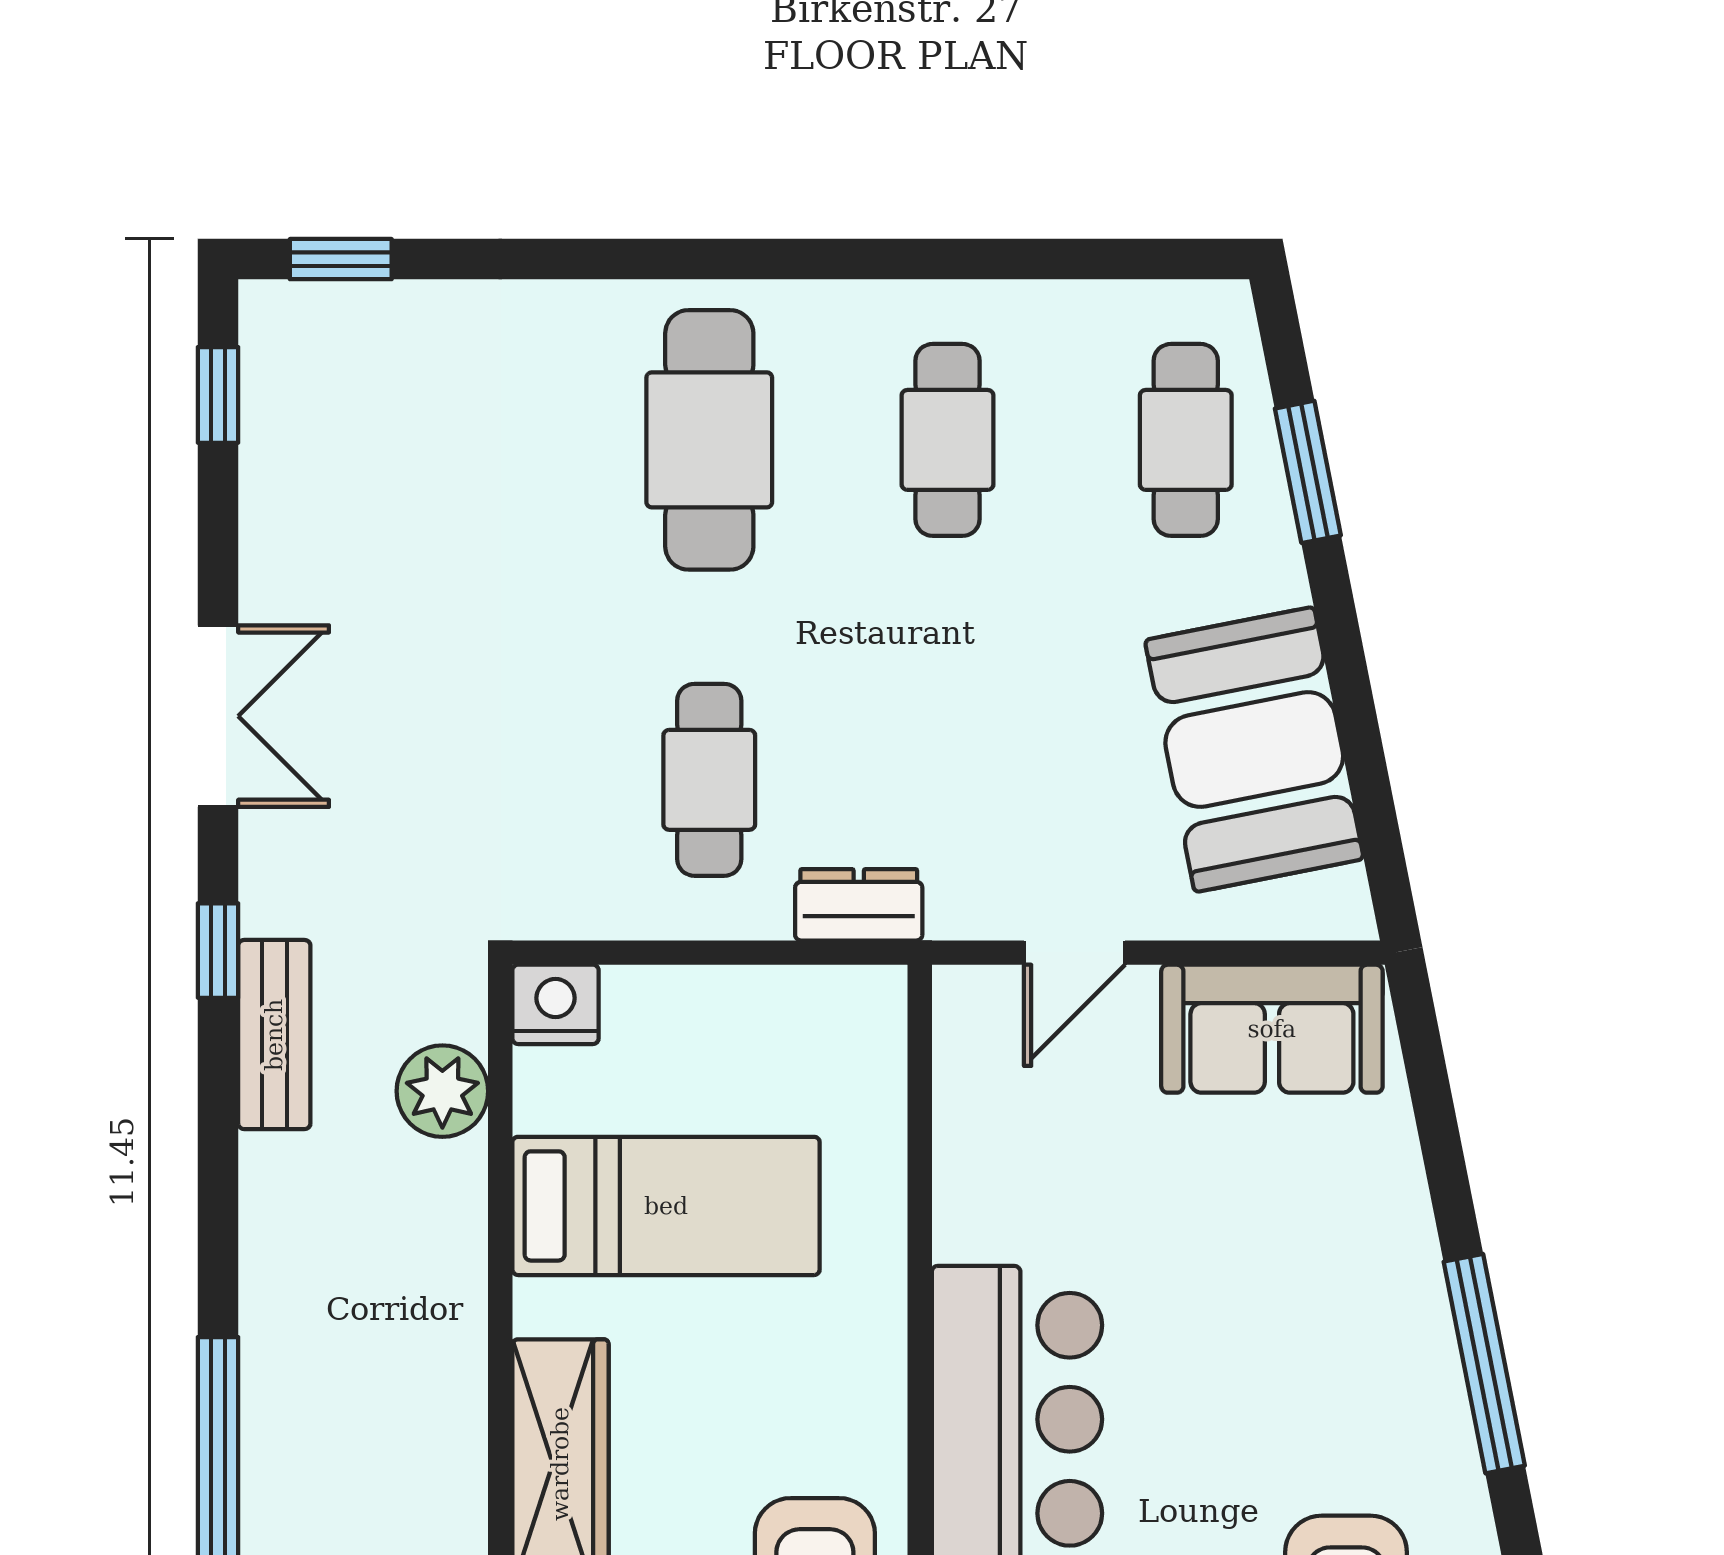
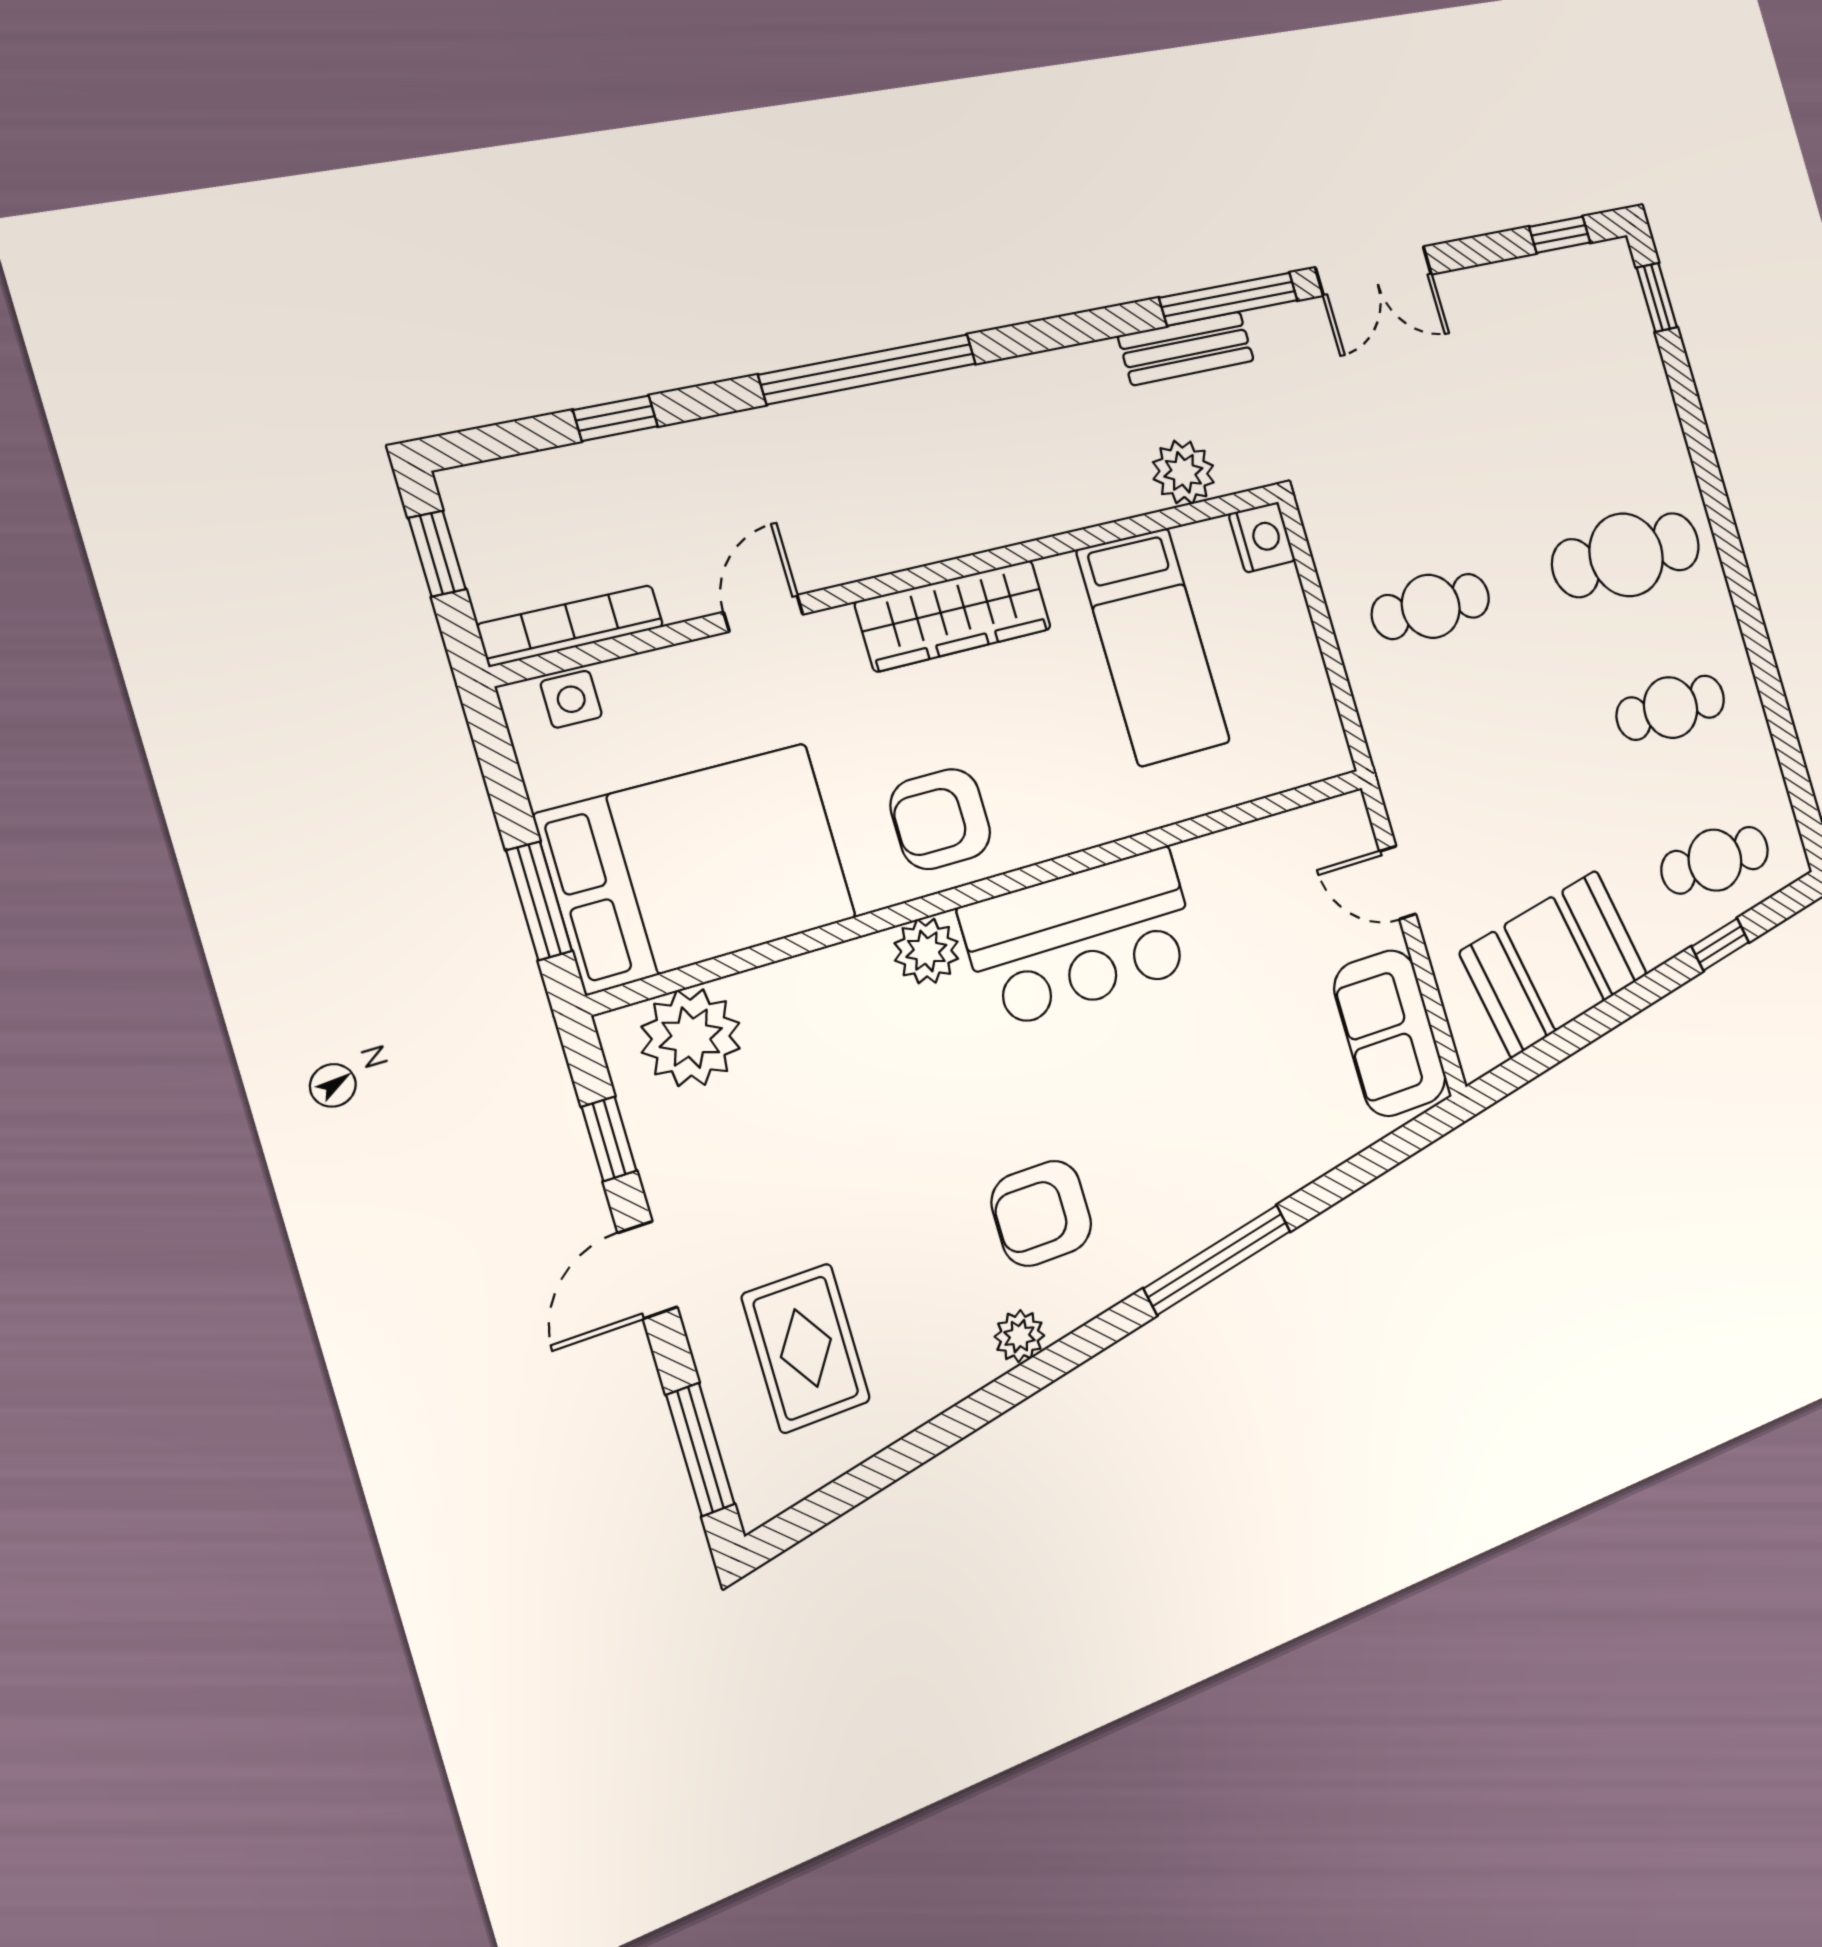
window: (1308, 472) -> (1720, 944), width x0.67
dresser: (859, 905) -> (1384, 727), removed
window: (218, 951) -> (1229, 299), width x2.17

